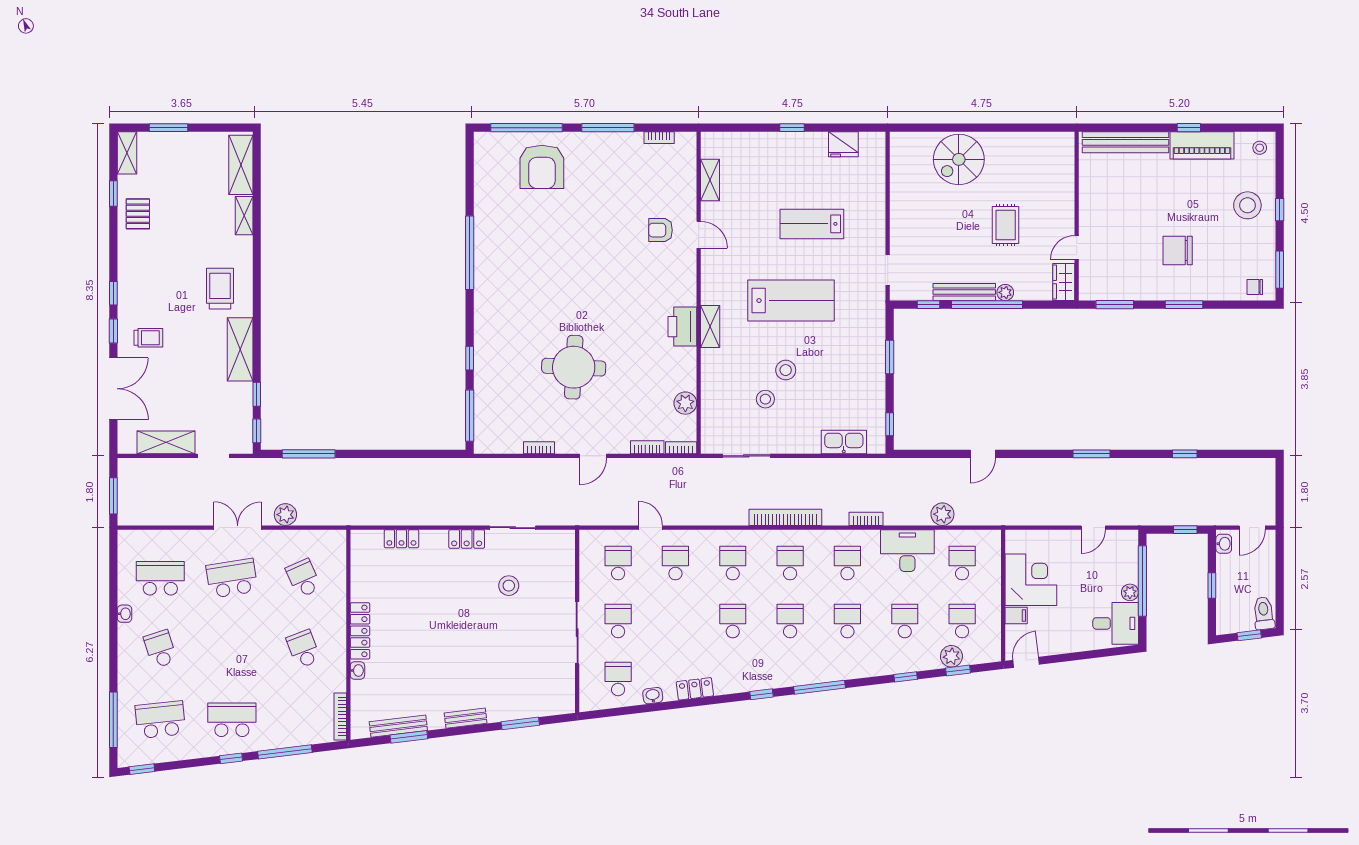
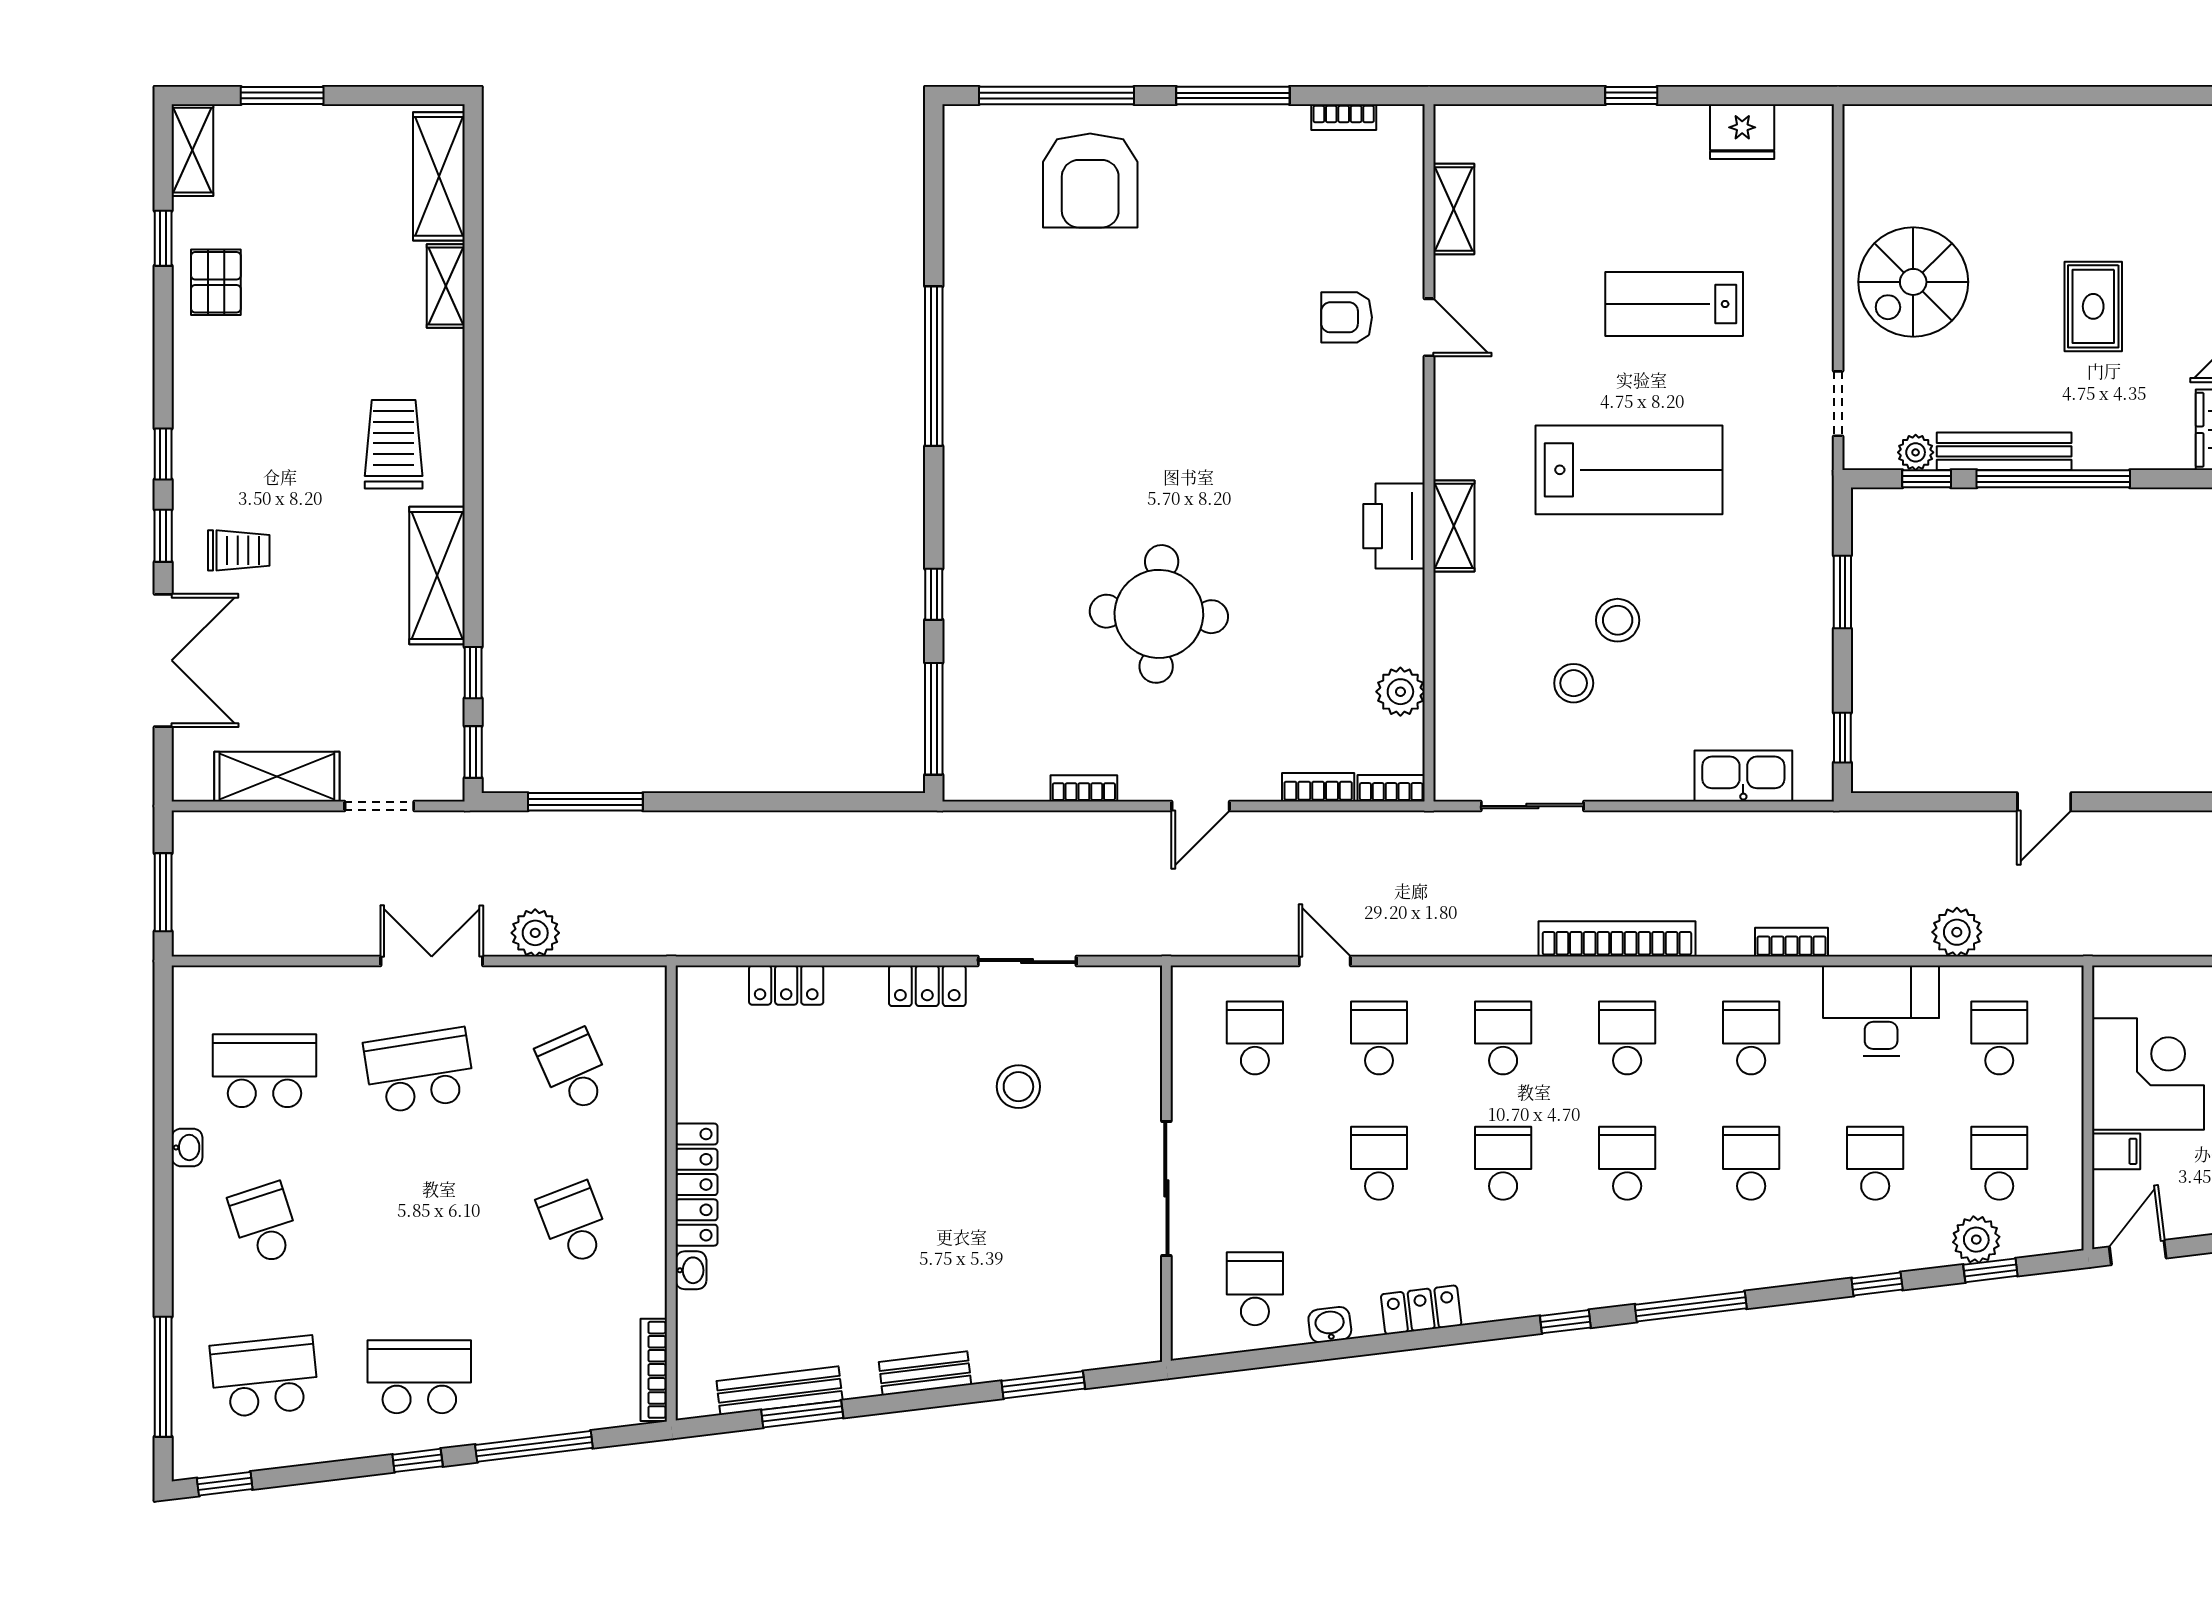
spiral stairs: (959, 159) -> (1913, 282), moved
plant: (1005, 292) -> (1916, 452), moved
school desk: (618, 621) -> (1379, 1163), moved

